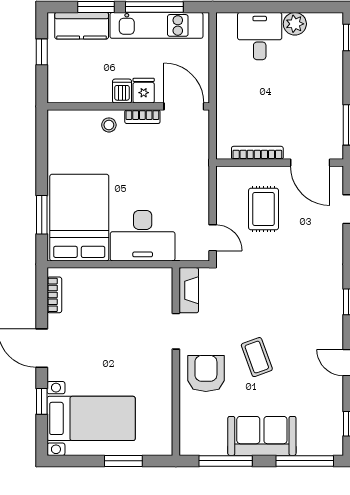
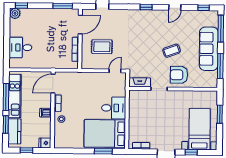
plant: (295, 24) -> (15, 13), moved
fridge: (144, 91) -> (45, 143), moved
desk: (143, 236) -> (114, 108), width x0.73
sofa: (262, 436) -> (209, 49), width x1.36

